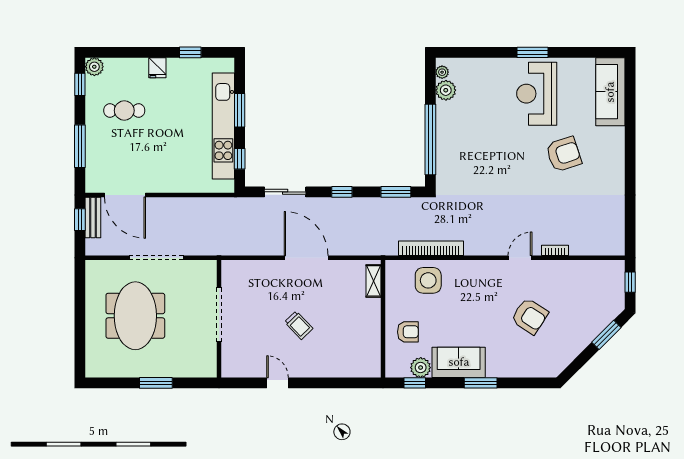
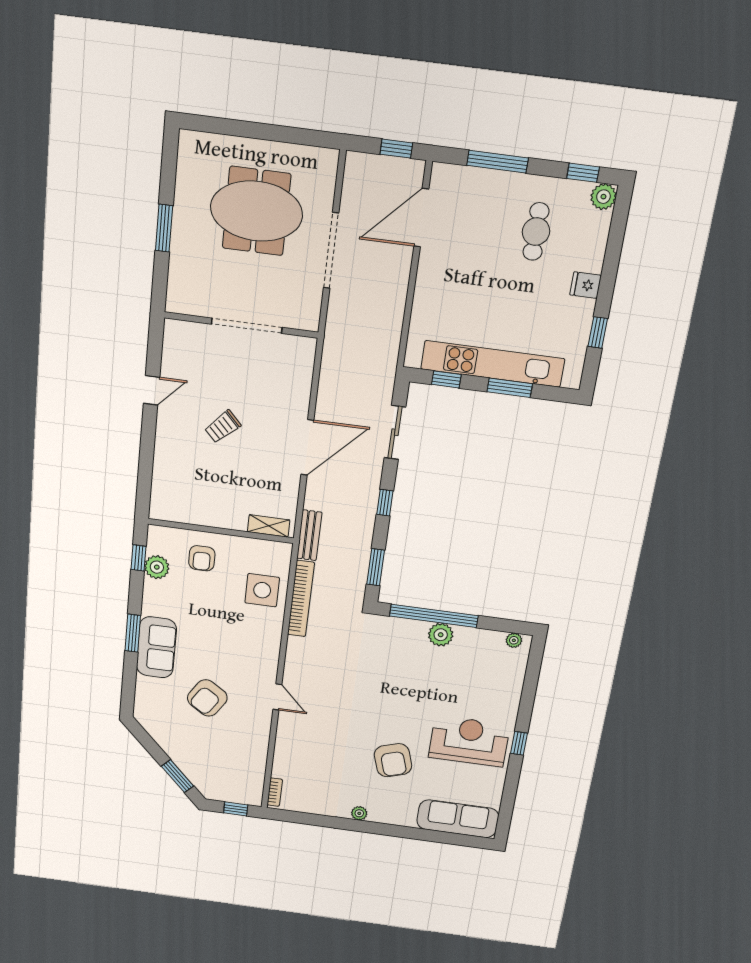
window: (532, 52) -> (519, 743), width x0.67
plant: (446, 90) -> (441, 635), moved
plant: (618, 176) -> (359, 813), added
bench: (93, 217) -> (309, 535), moved, turned 90
bookcase: (555, 250) -> (275, 792), moved
sofa: (459, 362) -> (156, 647), moved

